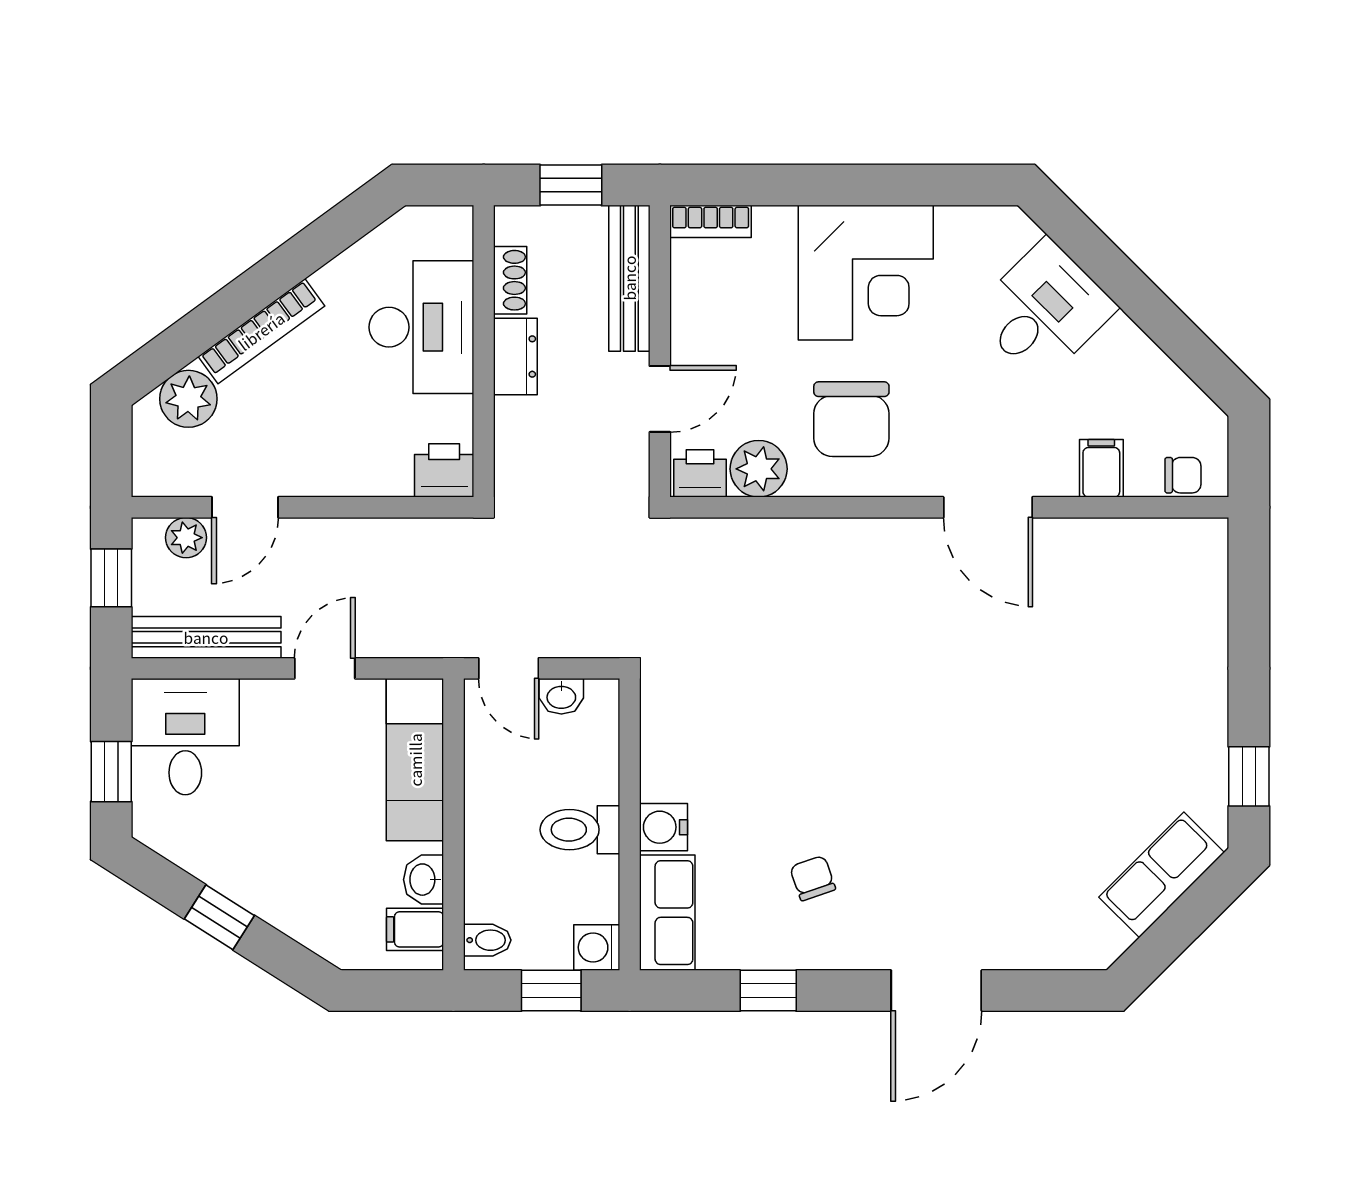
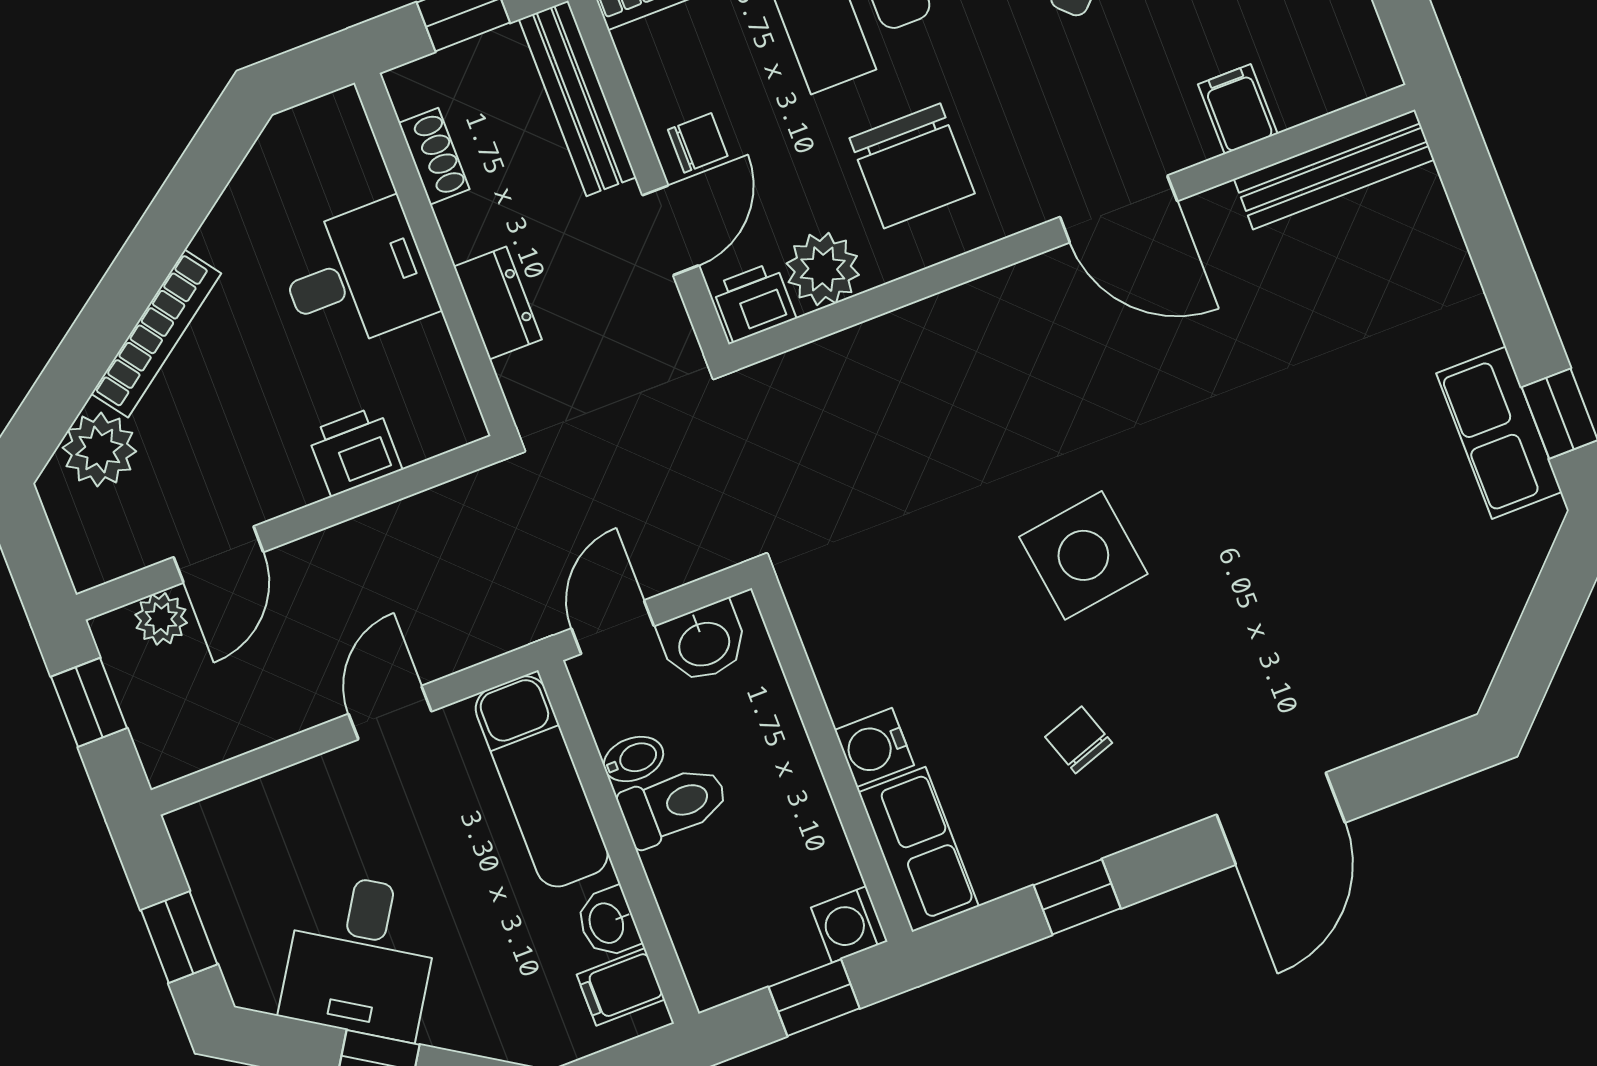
desk: (421, 327) -> (357, 276), width x0.73
dresser: (515, 357) -> (498, 303), moved
printer: (444, 470) -> (355, 451), moved
chair: (1183, 475) -> (698, 143), moved
bench: (206, 637) -> (1334, 169), moved
door: (509, 668) -> (613, 627), swing flipped
washbasin: (561, 696) -> (704, 642), width x1.38, depth x1.45
desk: (185, 737) -> (361, 956), moved, turned -148
side table: (867, 747) -> (1083, 555), added
toilet: (580, 830) -> (674, 805), moved, turned 180
row of seats: (1162, 875) -> (1499, 433), moved, turned -45
bidet: (487, 940) -> (634, 759), moved

